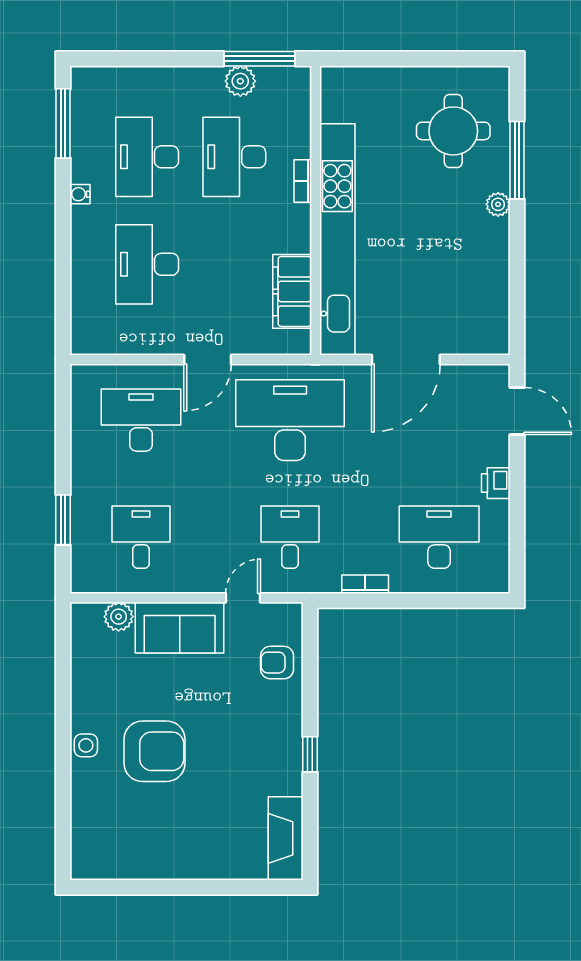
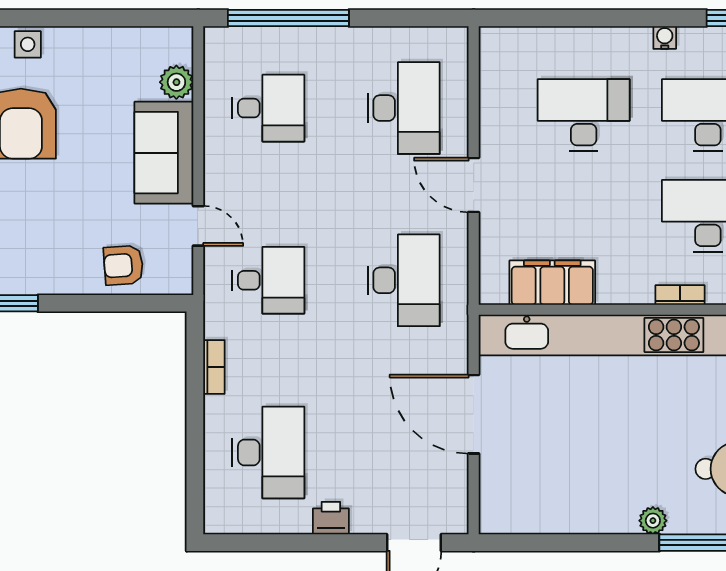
desk: (290, 420) -> (404, 280), width x0.73, depth x0.77
window: (63, 520) -> (288, 18), width x2.11
armchair: (277, 663) -> (123, 265), turned -94

